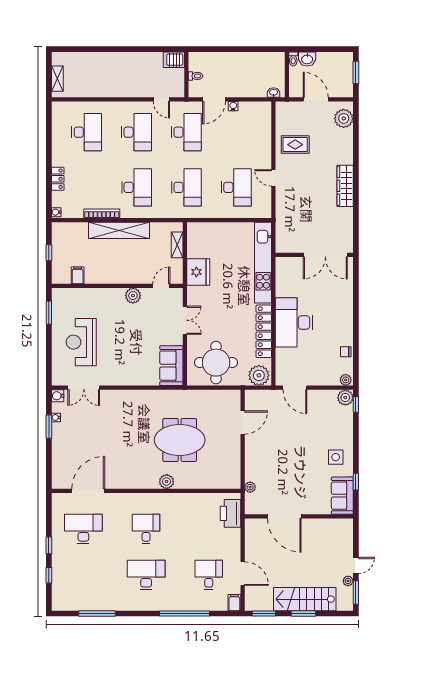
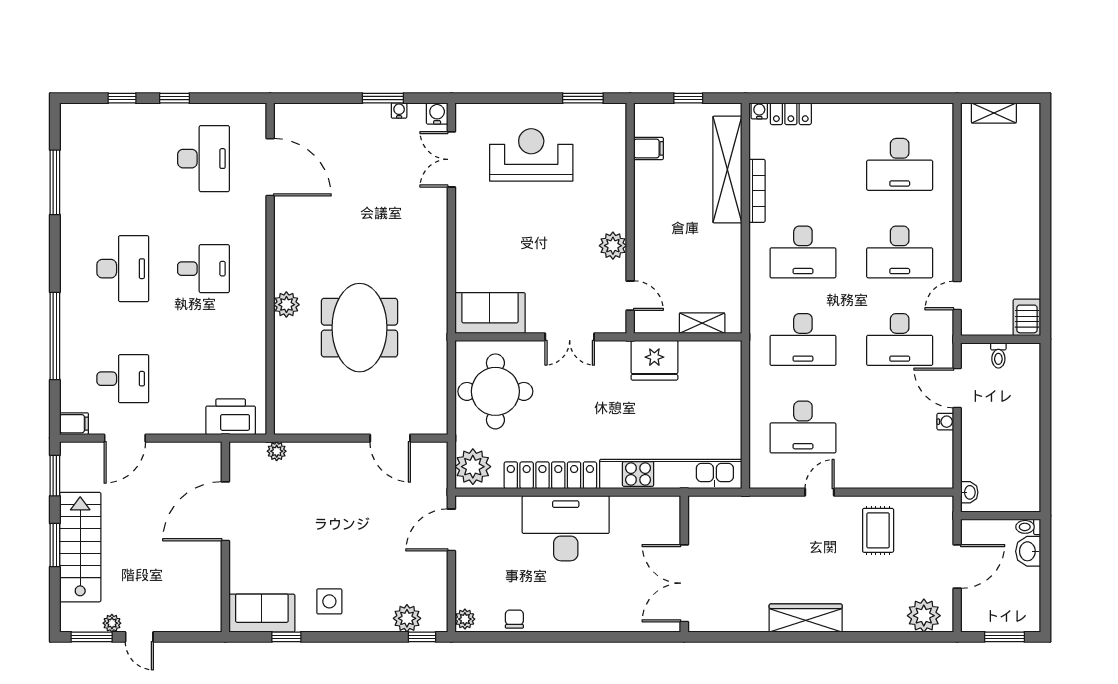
locker: (58, 179) -> (791, 114), moved
shelving: (119, 230) -> (727, 170), moved
plant: (345, 398) -> (407, 618), moved

